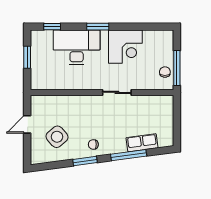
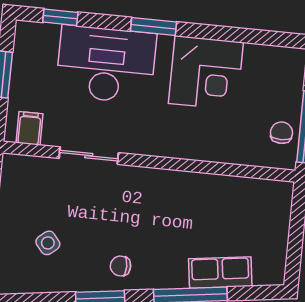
filing cabinet: (43, 82) -> (29, 128), added
sliding door: (117, 92) -> (89, 156), moved
side table: (57, 137) -> (48, 243), width x0.54, depth x0.54

